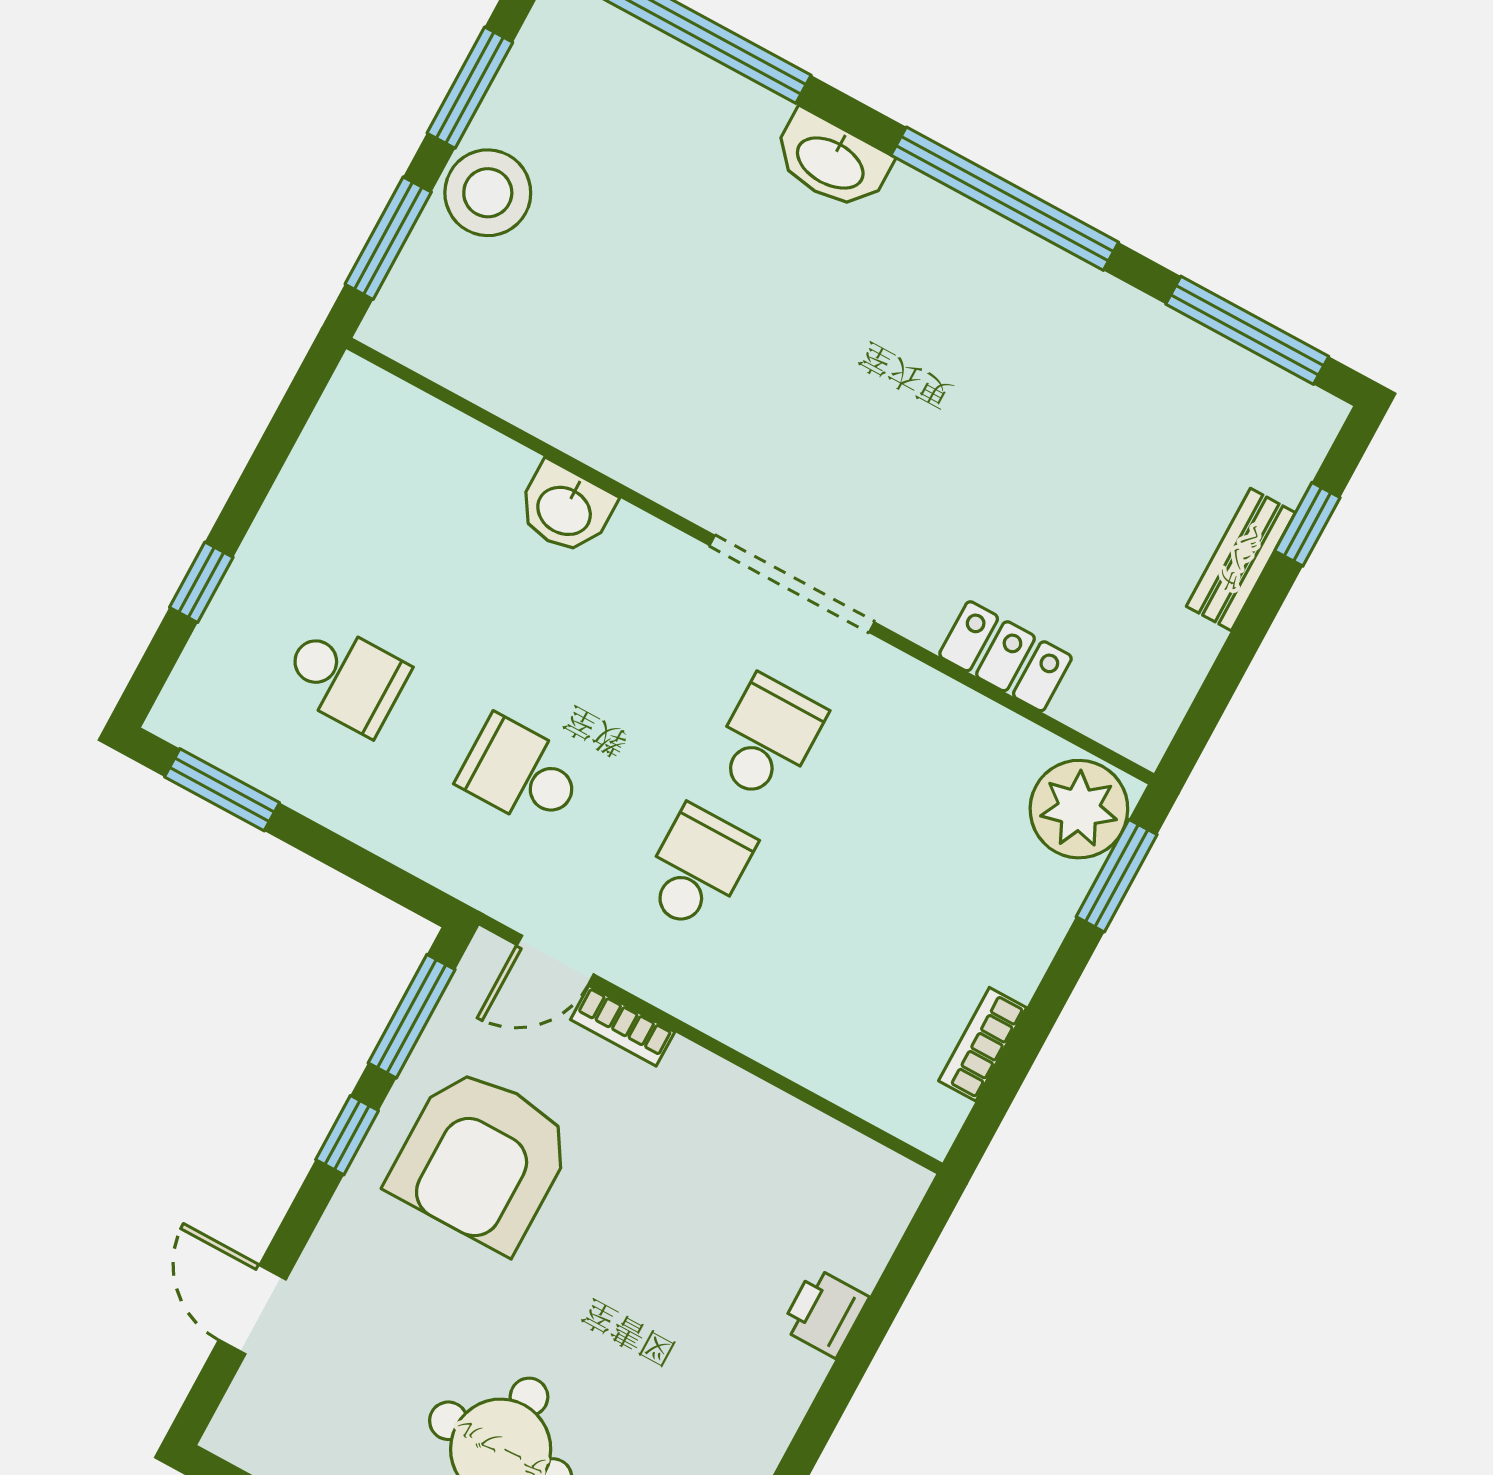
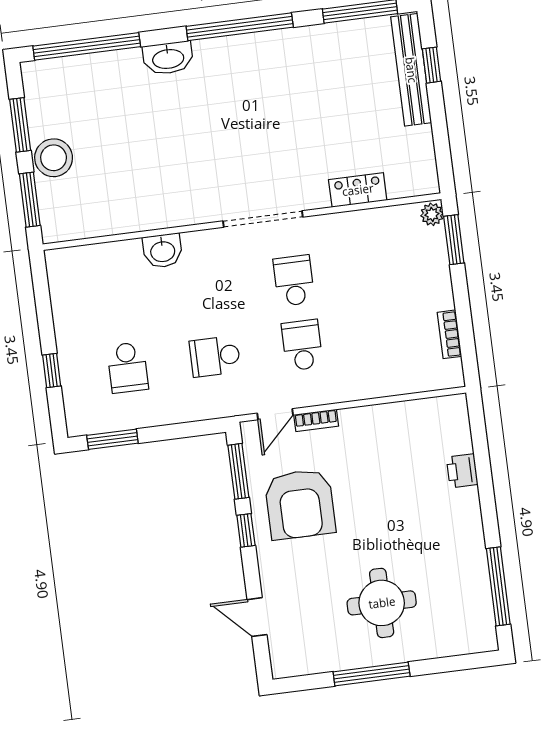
bench: (1241, 559) -> (411, 70), width x1.86, depth x1.21
school desk: (346, 678) -> (128, 368), turned 90
plant: (1079, 809) -> (432, 214), width x0.53, depth x0.53

